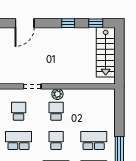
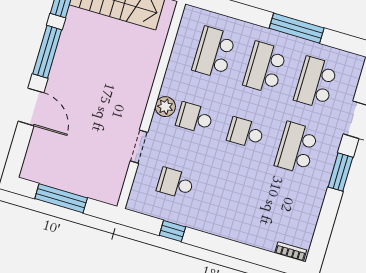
door: (25, 23) -> (31, 107), moved
window: (68, 23) -> (47, 52), width x2.17
school desk: (19, 141) -> (214, 52), moved

